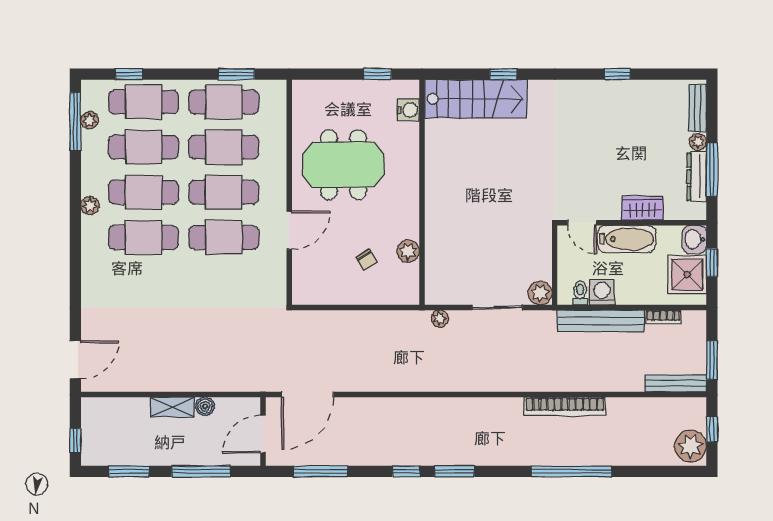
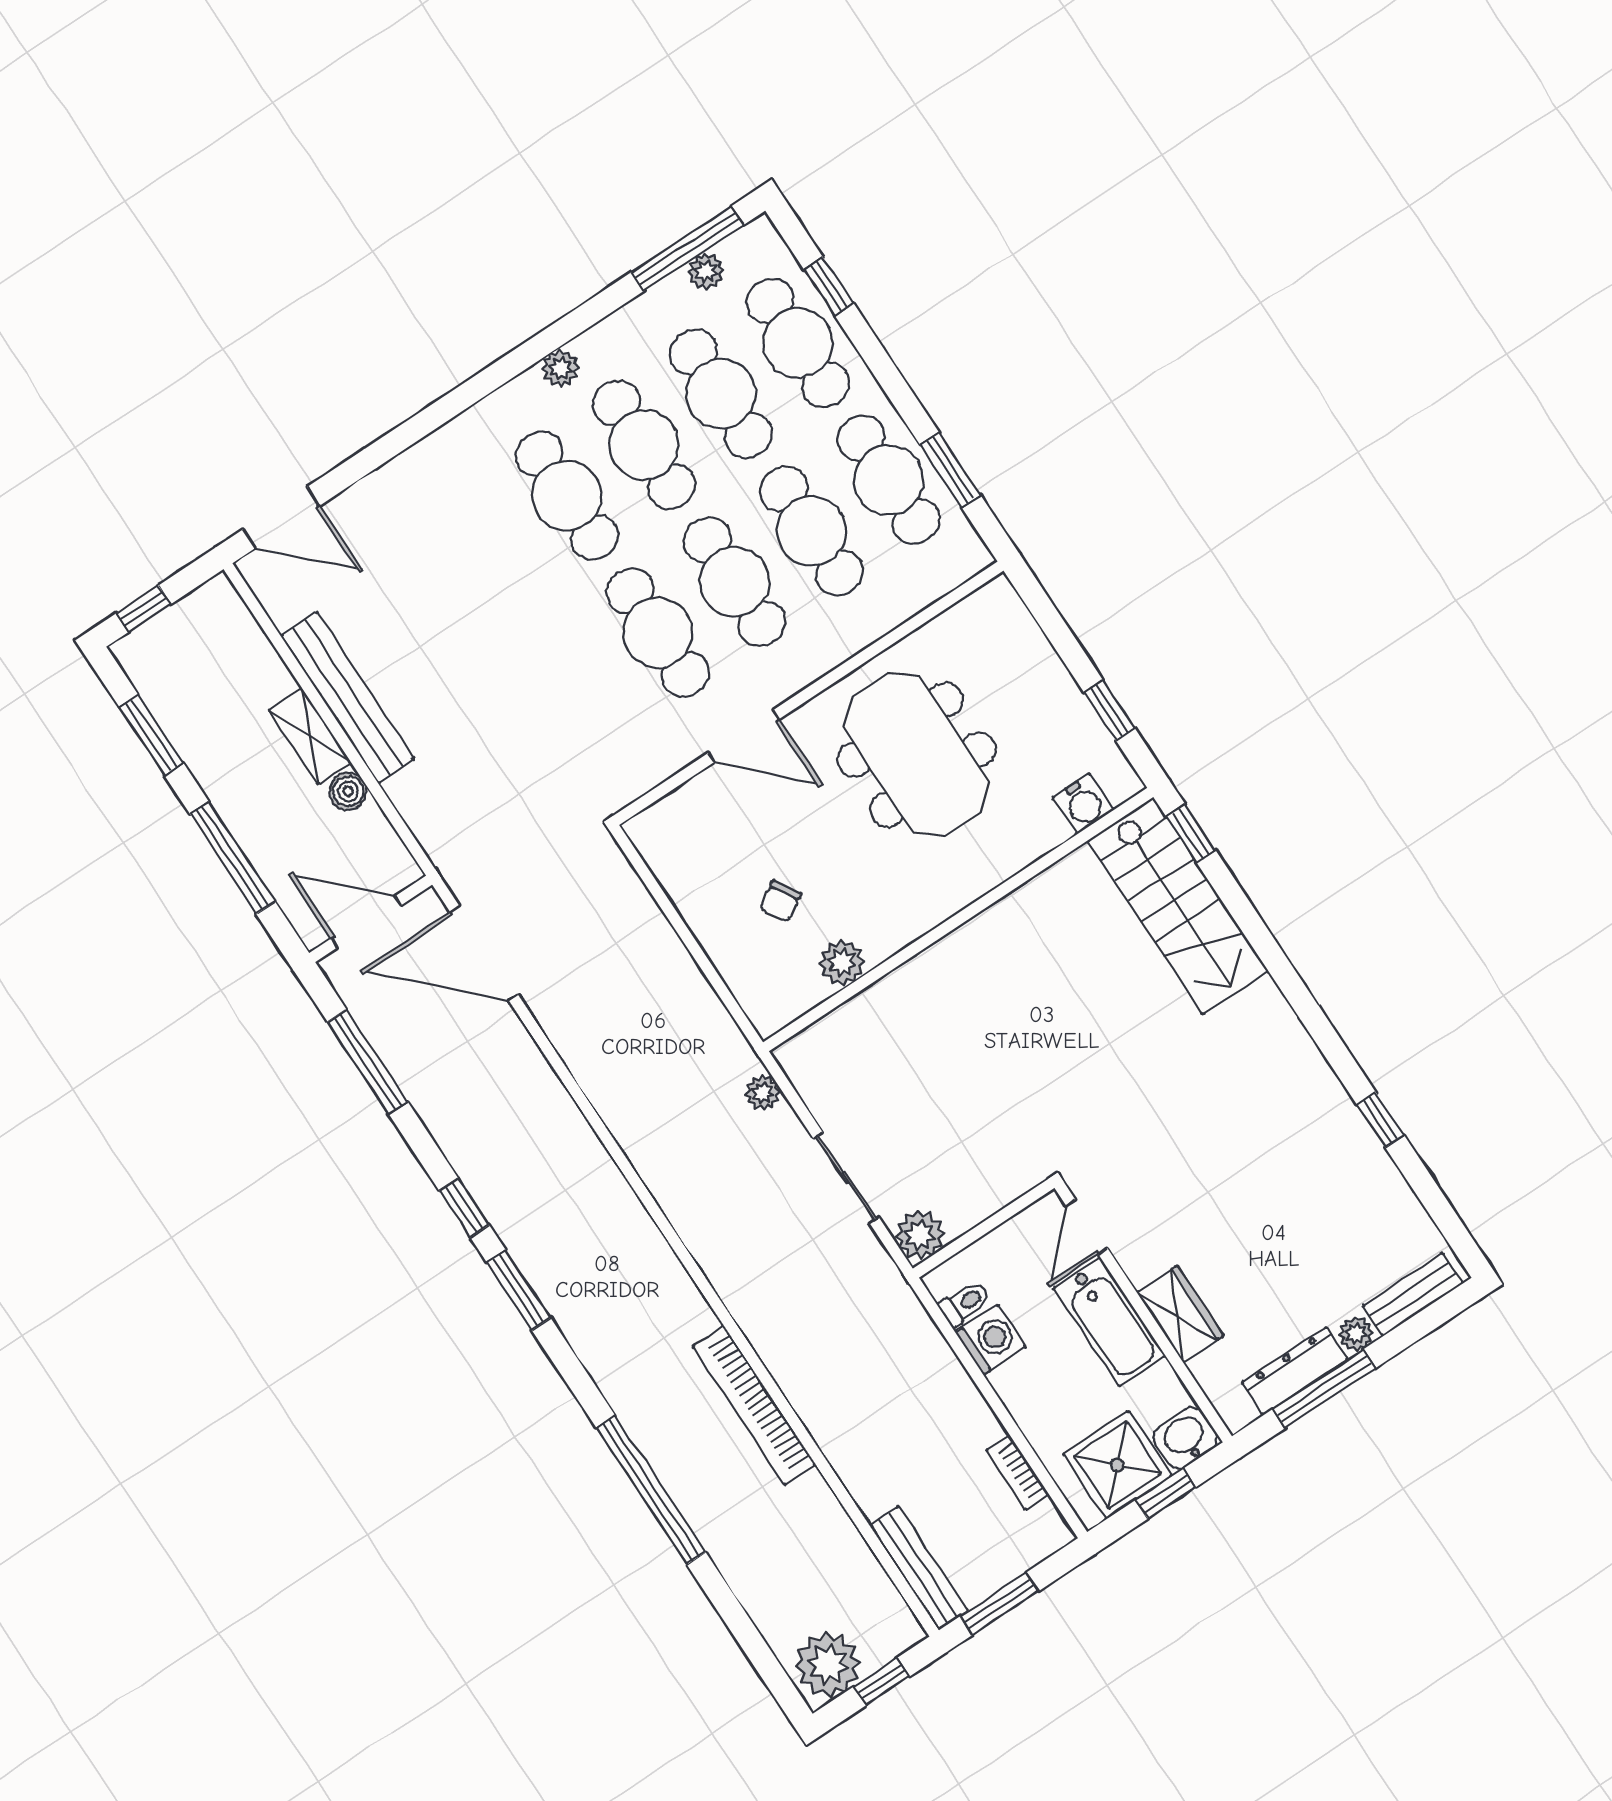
window: (503, 74) -> (1191, 833), moved
bench: (601, 321) -> (348, 697), moved

